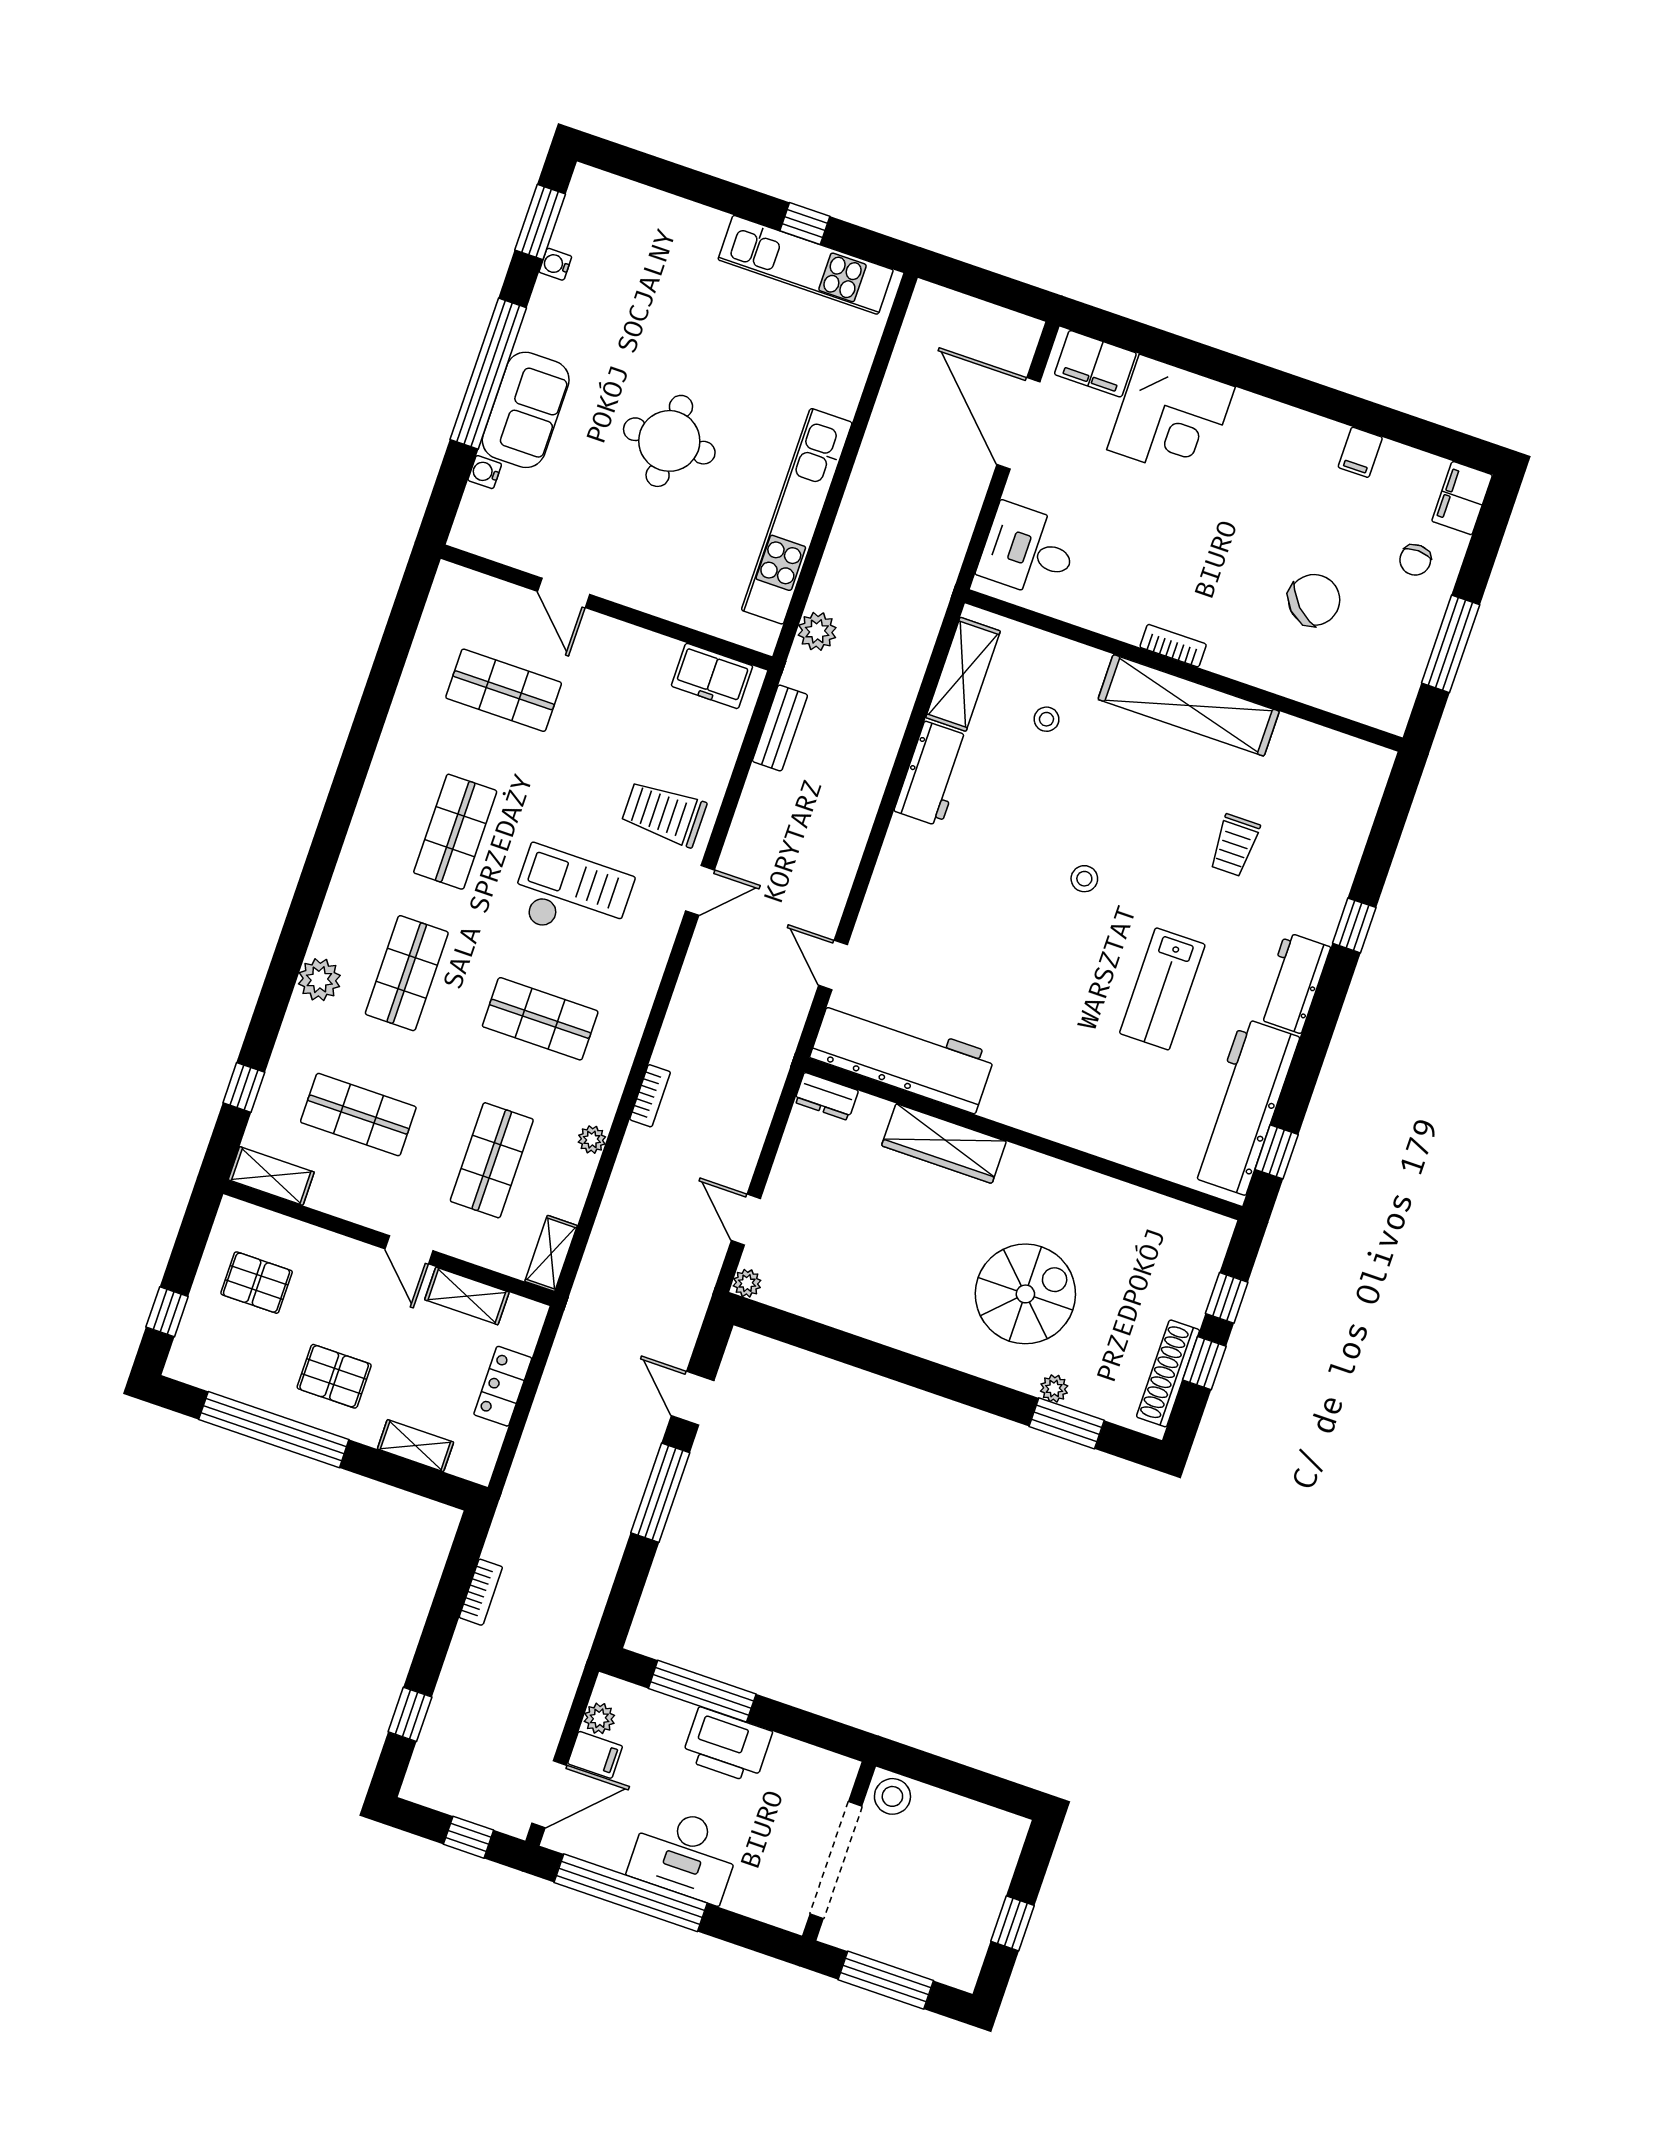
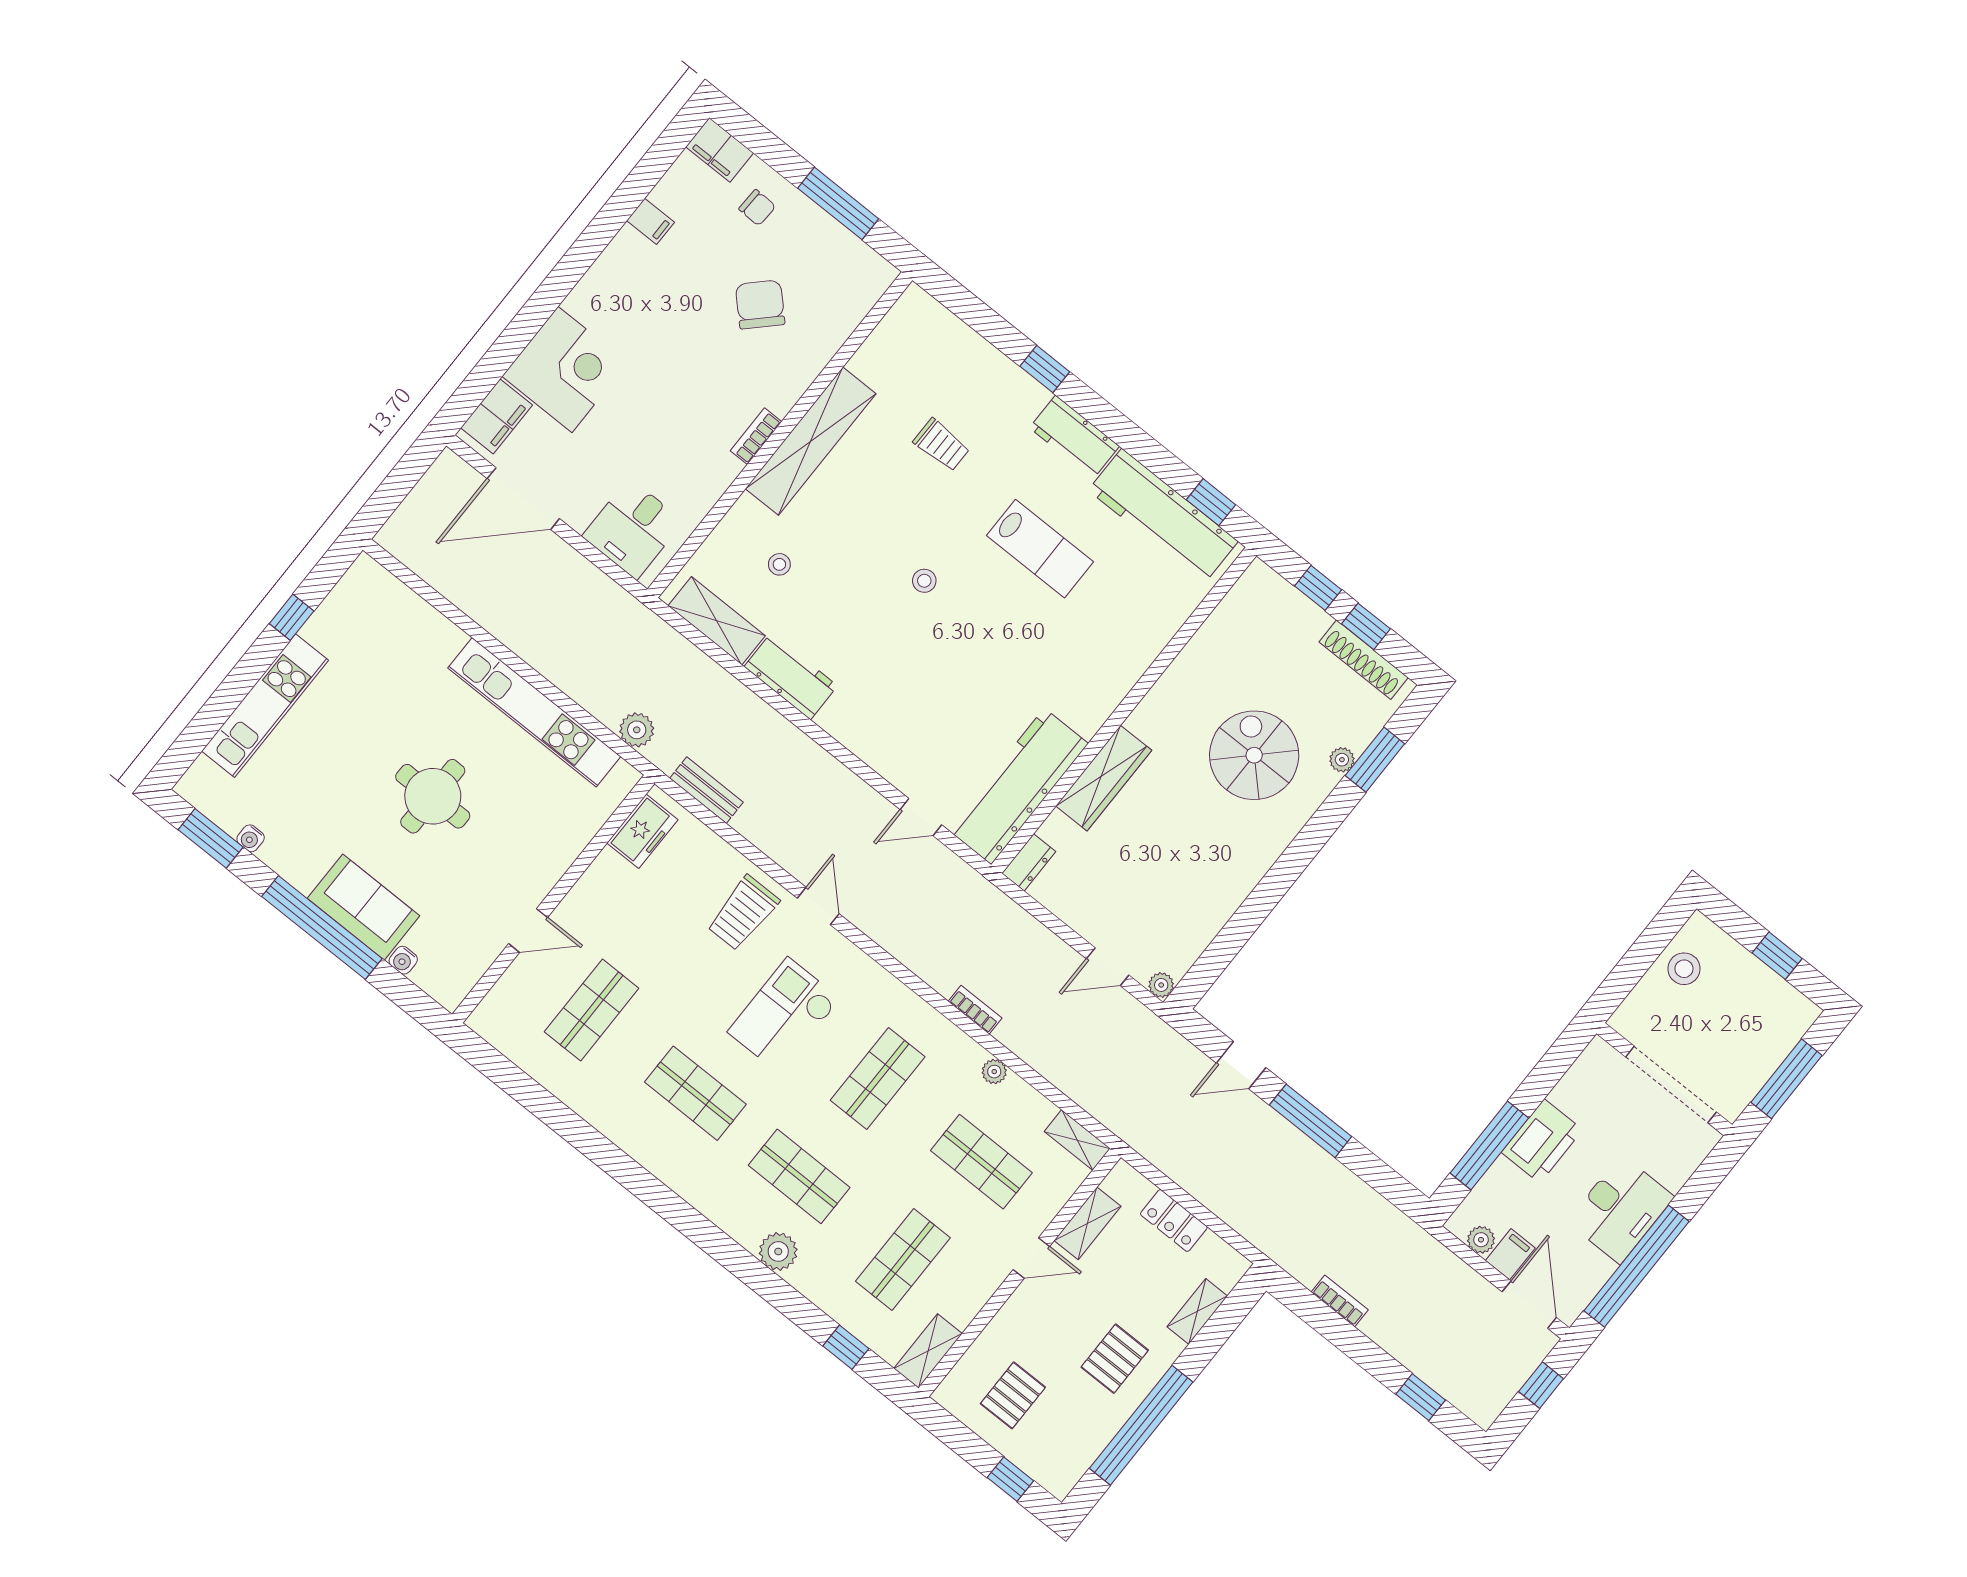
kitchen unit: (806, 265) -> (265, 706), moved
stool: (892, 1796) -> (1684, 969), moved

